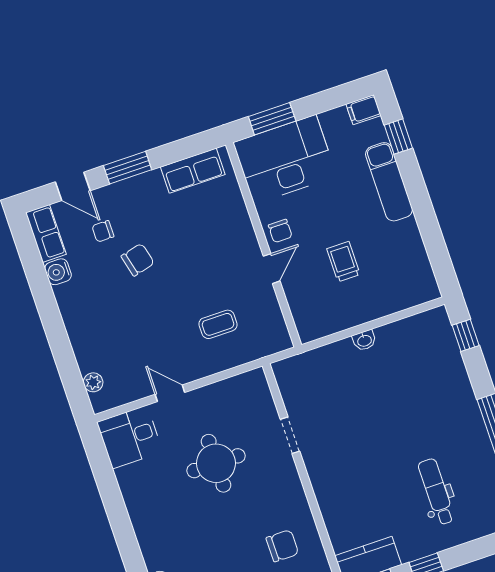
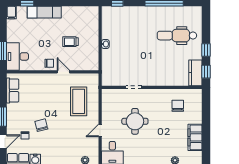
desk: (285, 159) -> (17, 56), width x0.73, depth x0.77
coffee table: (218, 324) -> (79, 101), width x1.86, depth x1.72
dental chair: (436, 492) -> (177, 36), width x1.36, depth x1.38

